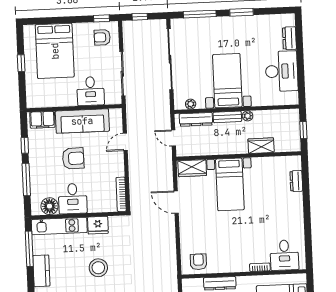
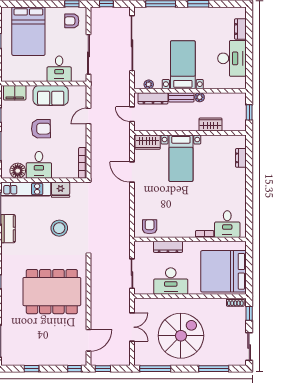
sofa: (82, 121) -> (51, 95), width x0.73

